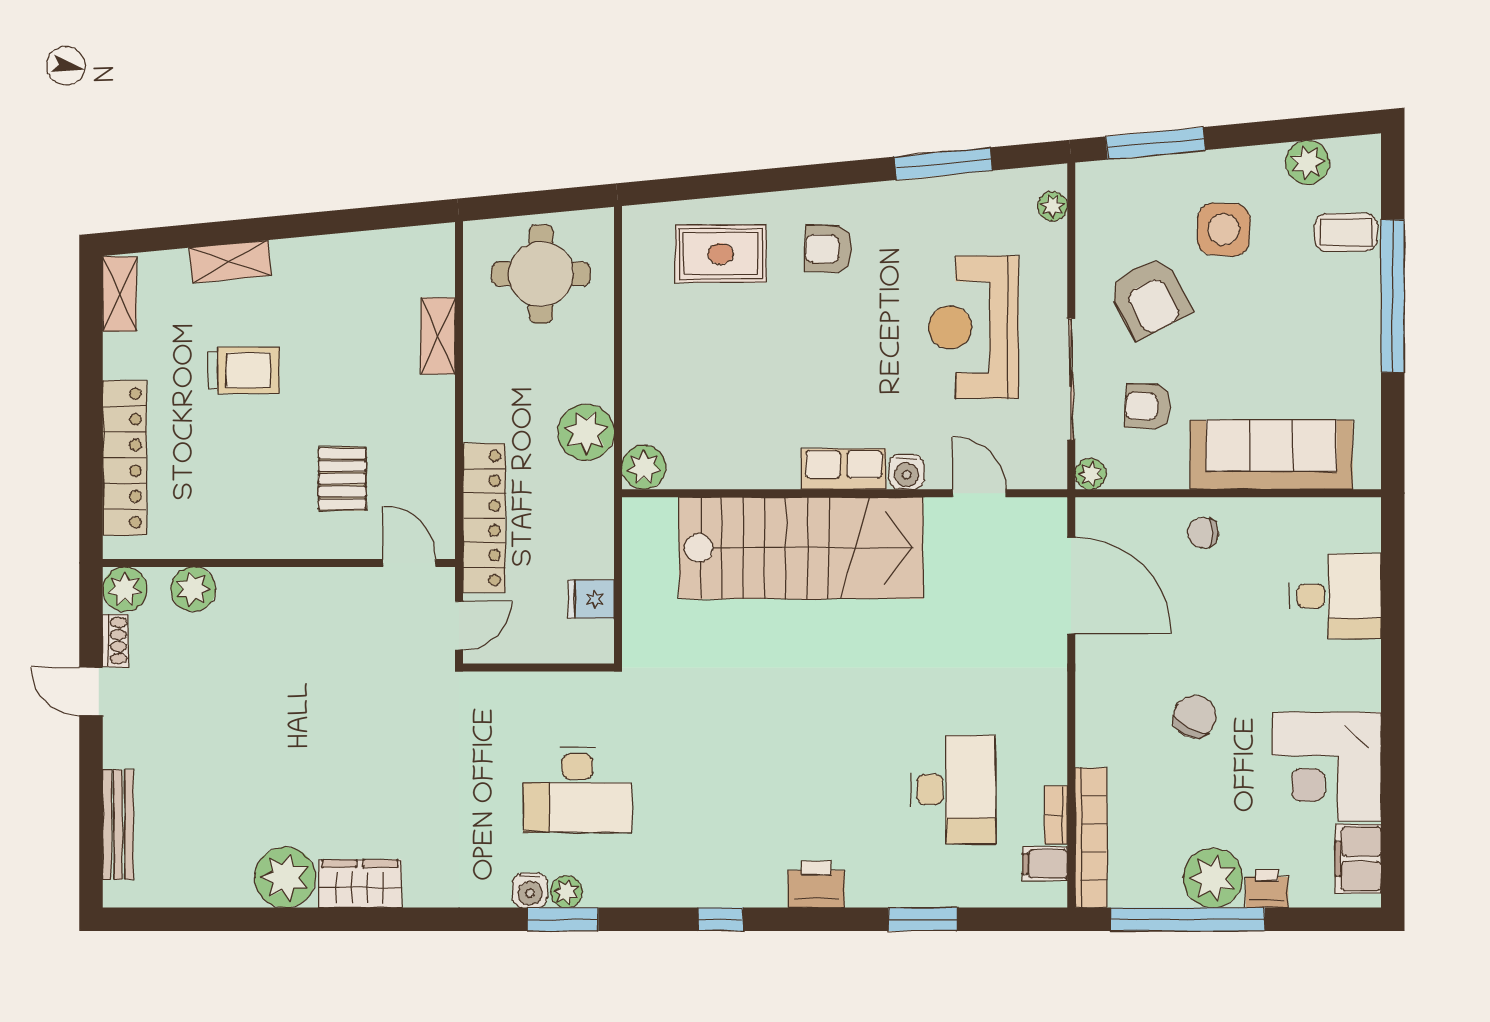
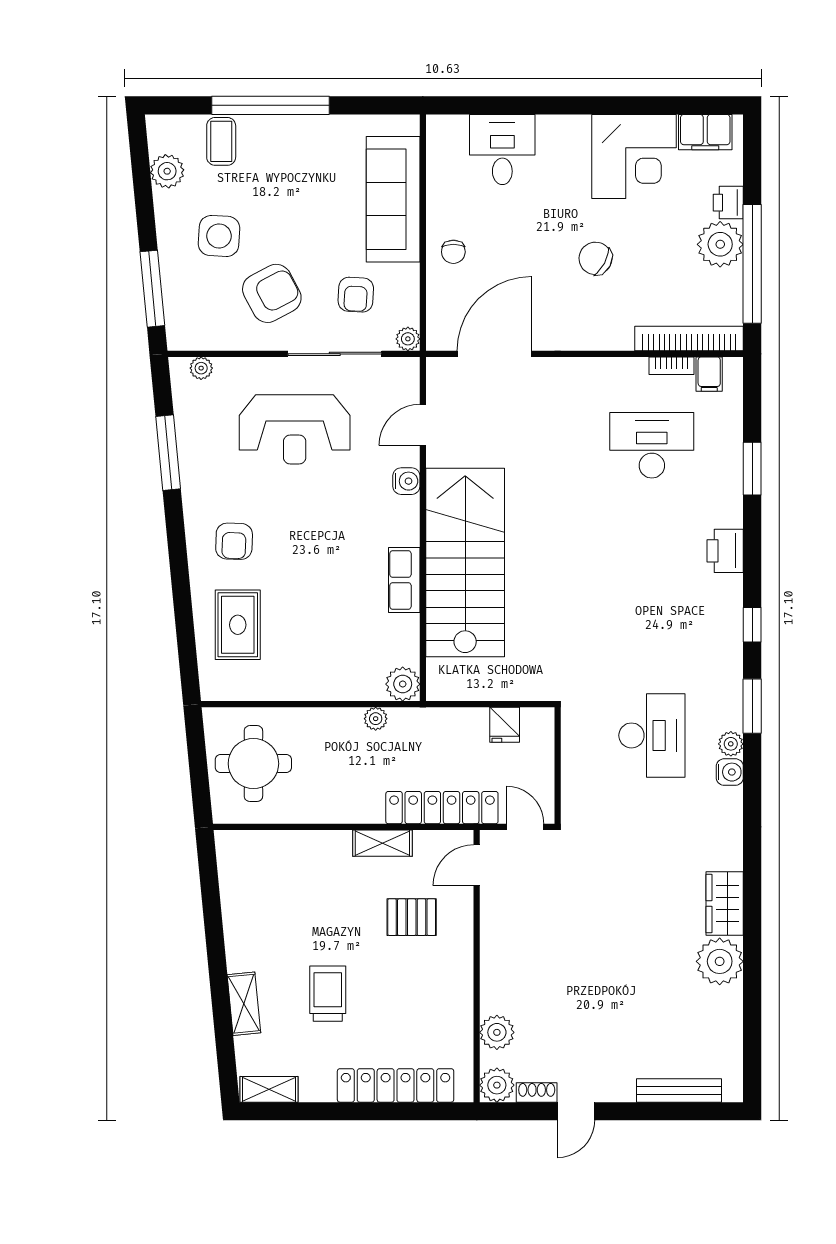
shelving: (438, 336) -> (382, 843), moved
plant: (586, 432) -> (376, 719), width x0.53, depth x0.53
row of seats: (844, 469) -> (404, 580), moved
window: (563, 919) -> (752, 706), moved

